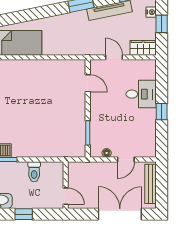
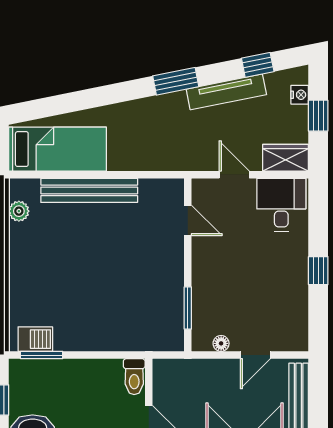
bench: (32, 66) -> (89, 190), added
desk: (141, 94) -> (281, 205), moved, turned -90
toilet: (34, 172) -> (134, 377), moved

